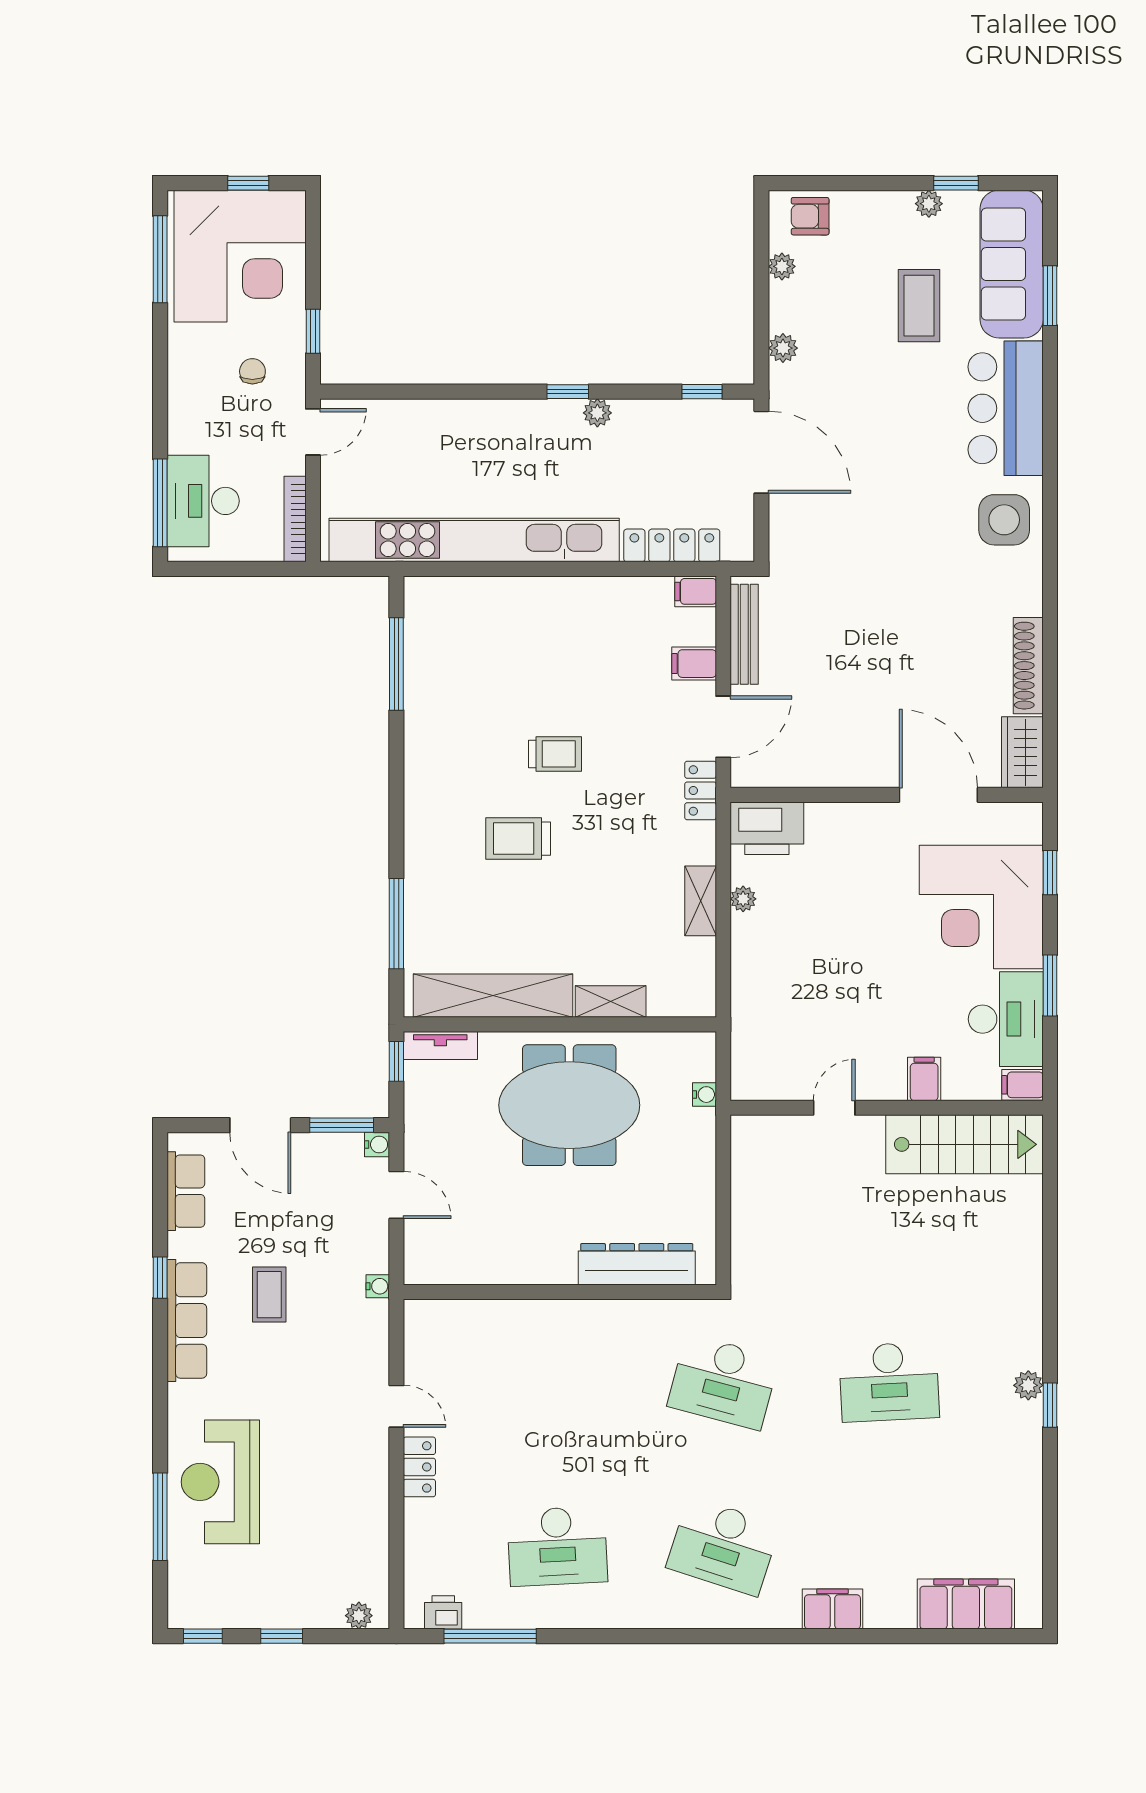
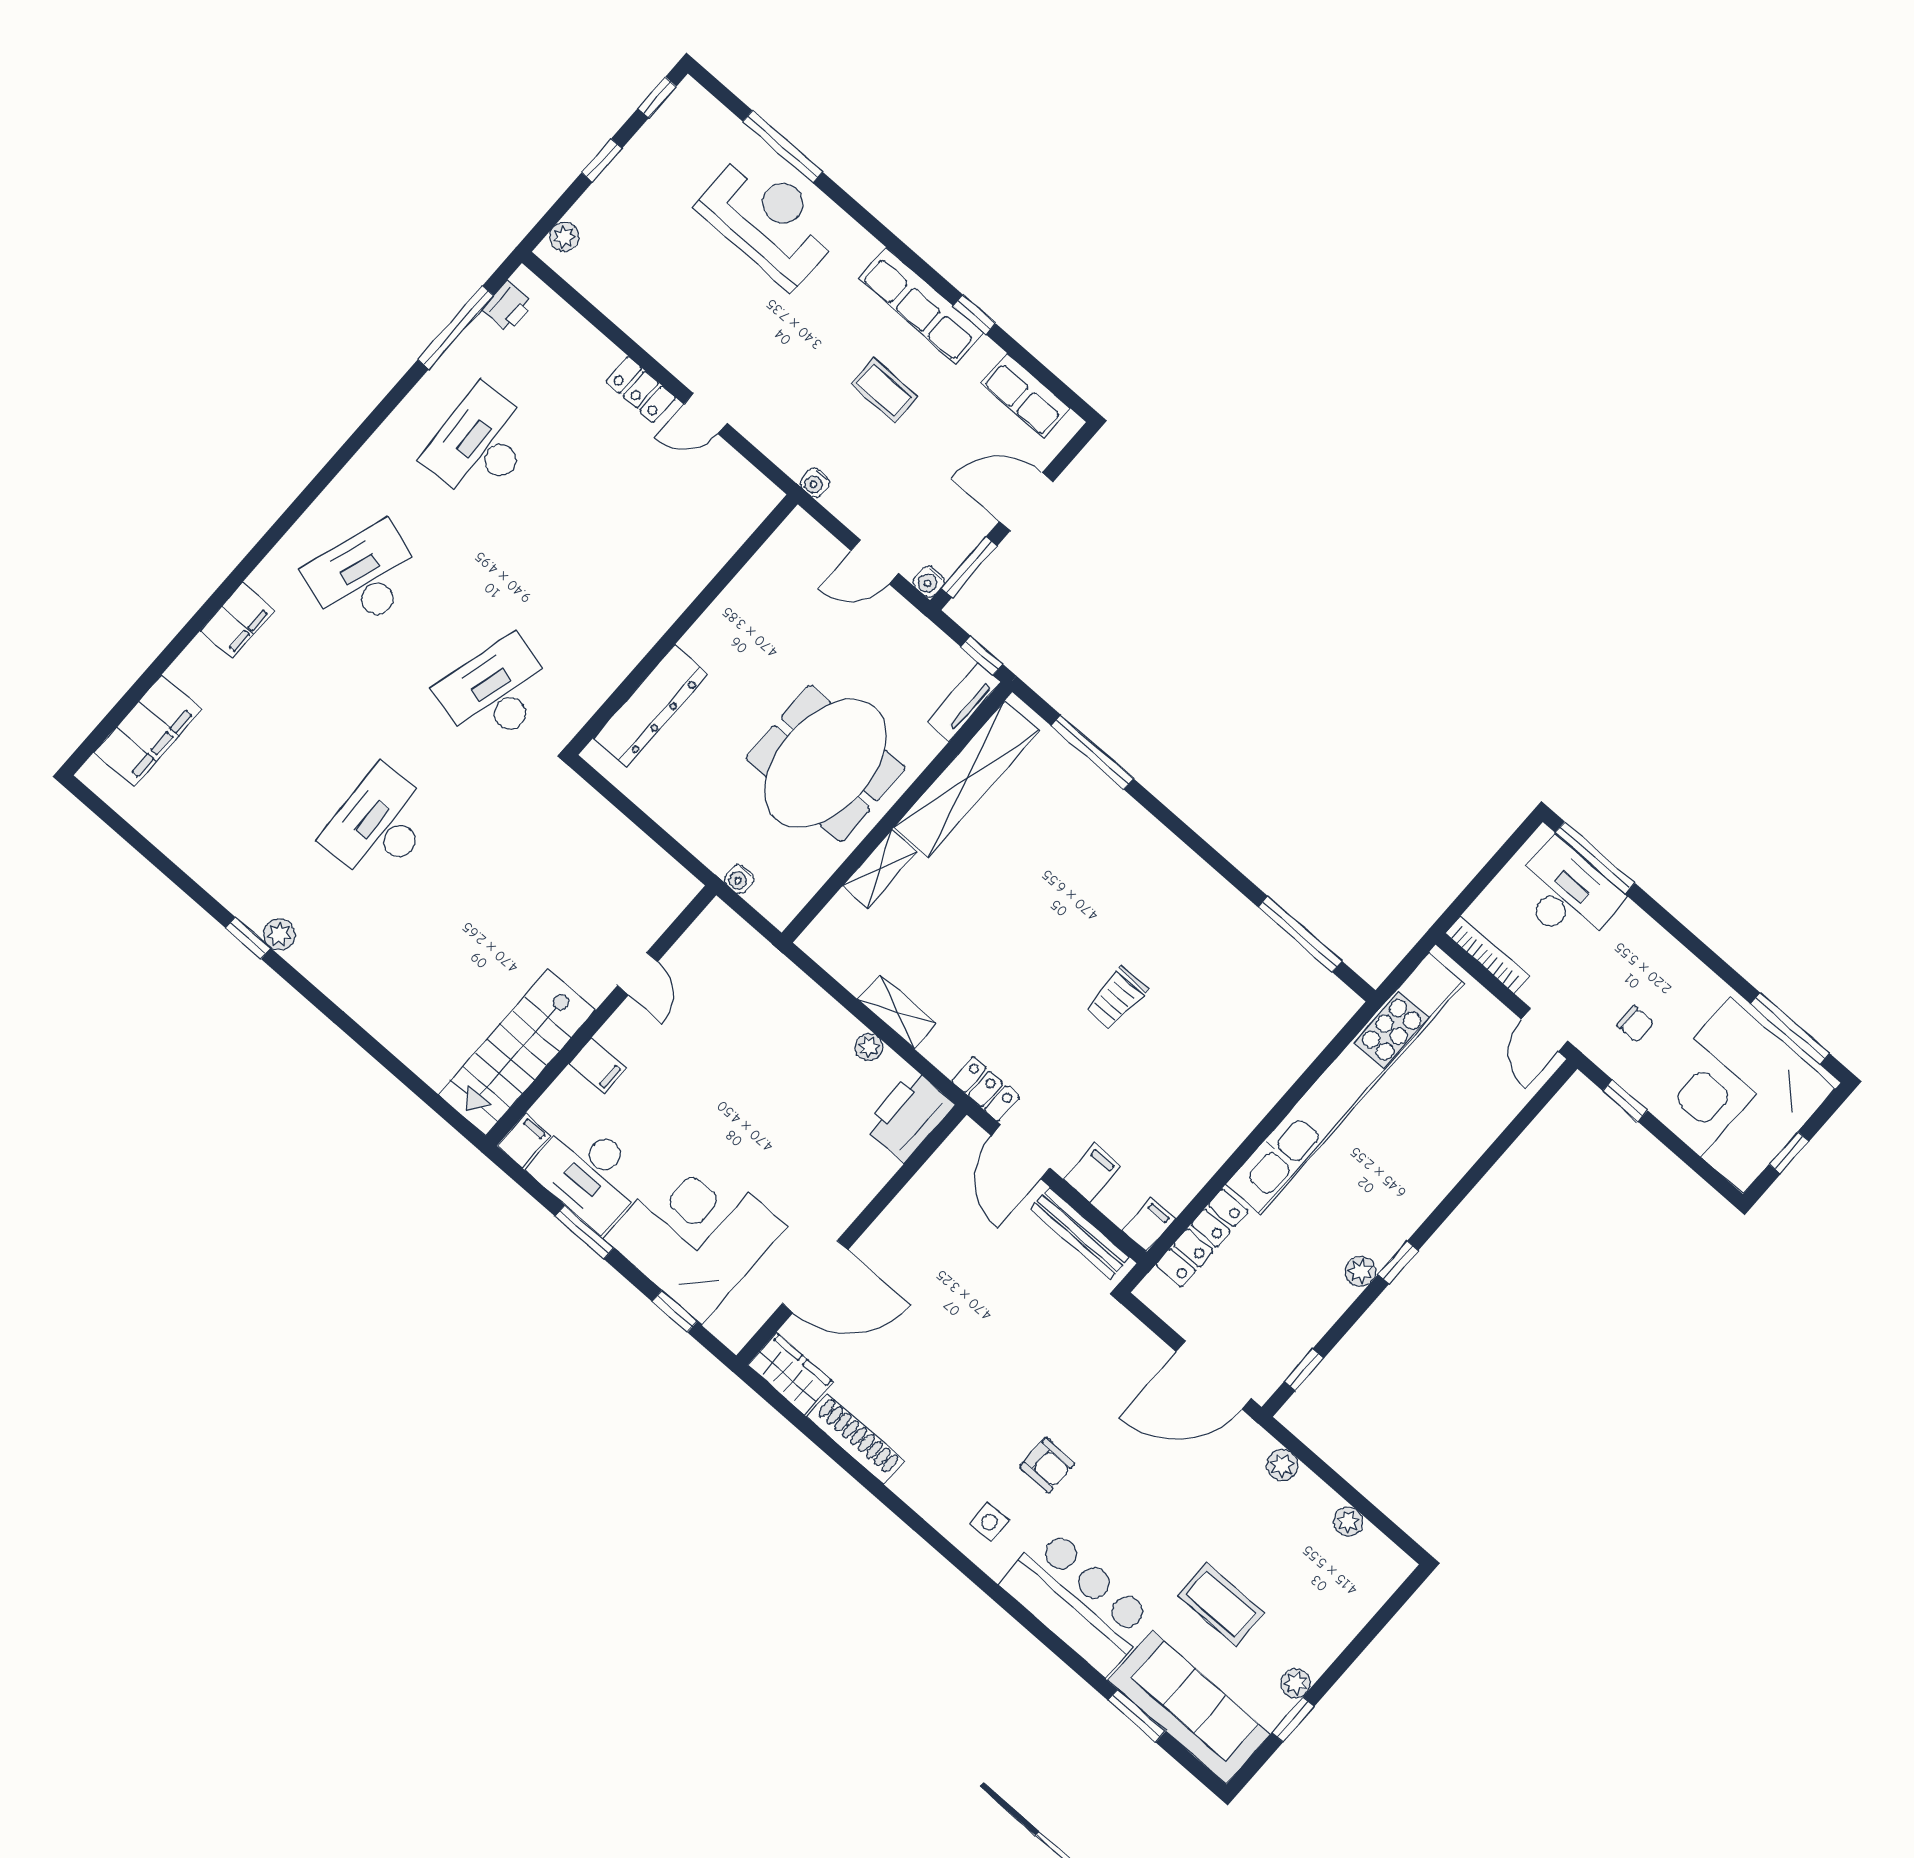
armchair: (810, 216) -> (1047, 1465), moved, turned 91
side table: (1004, 520) -> (989, 1522), width x0.54, depth x0.54
trolley: (518, 839) -> (1075, 909), removed

